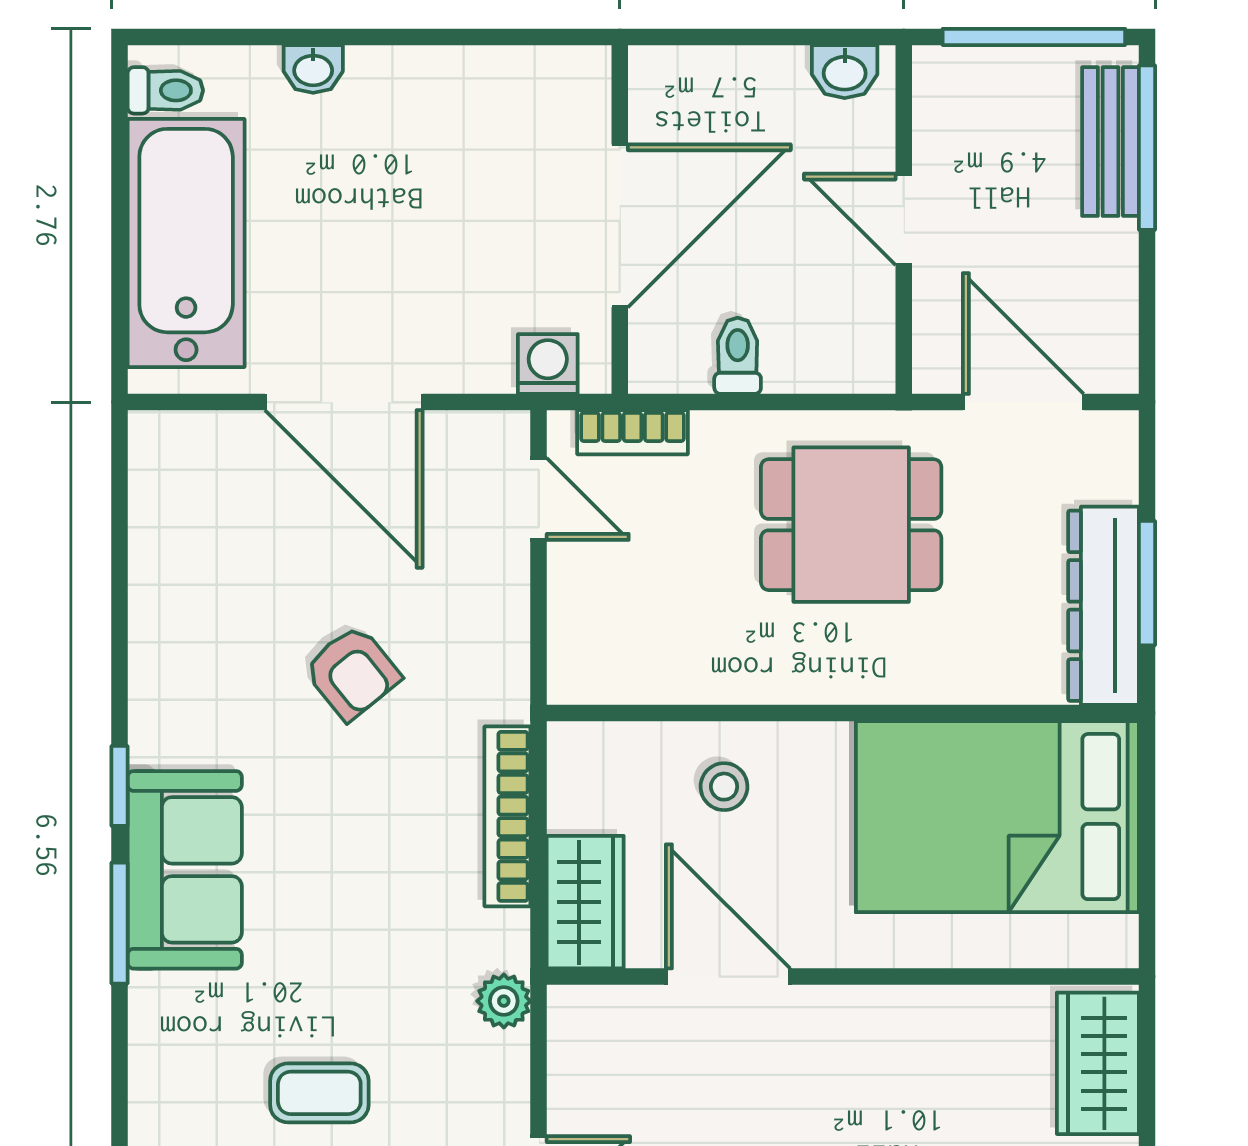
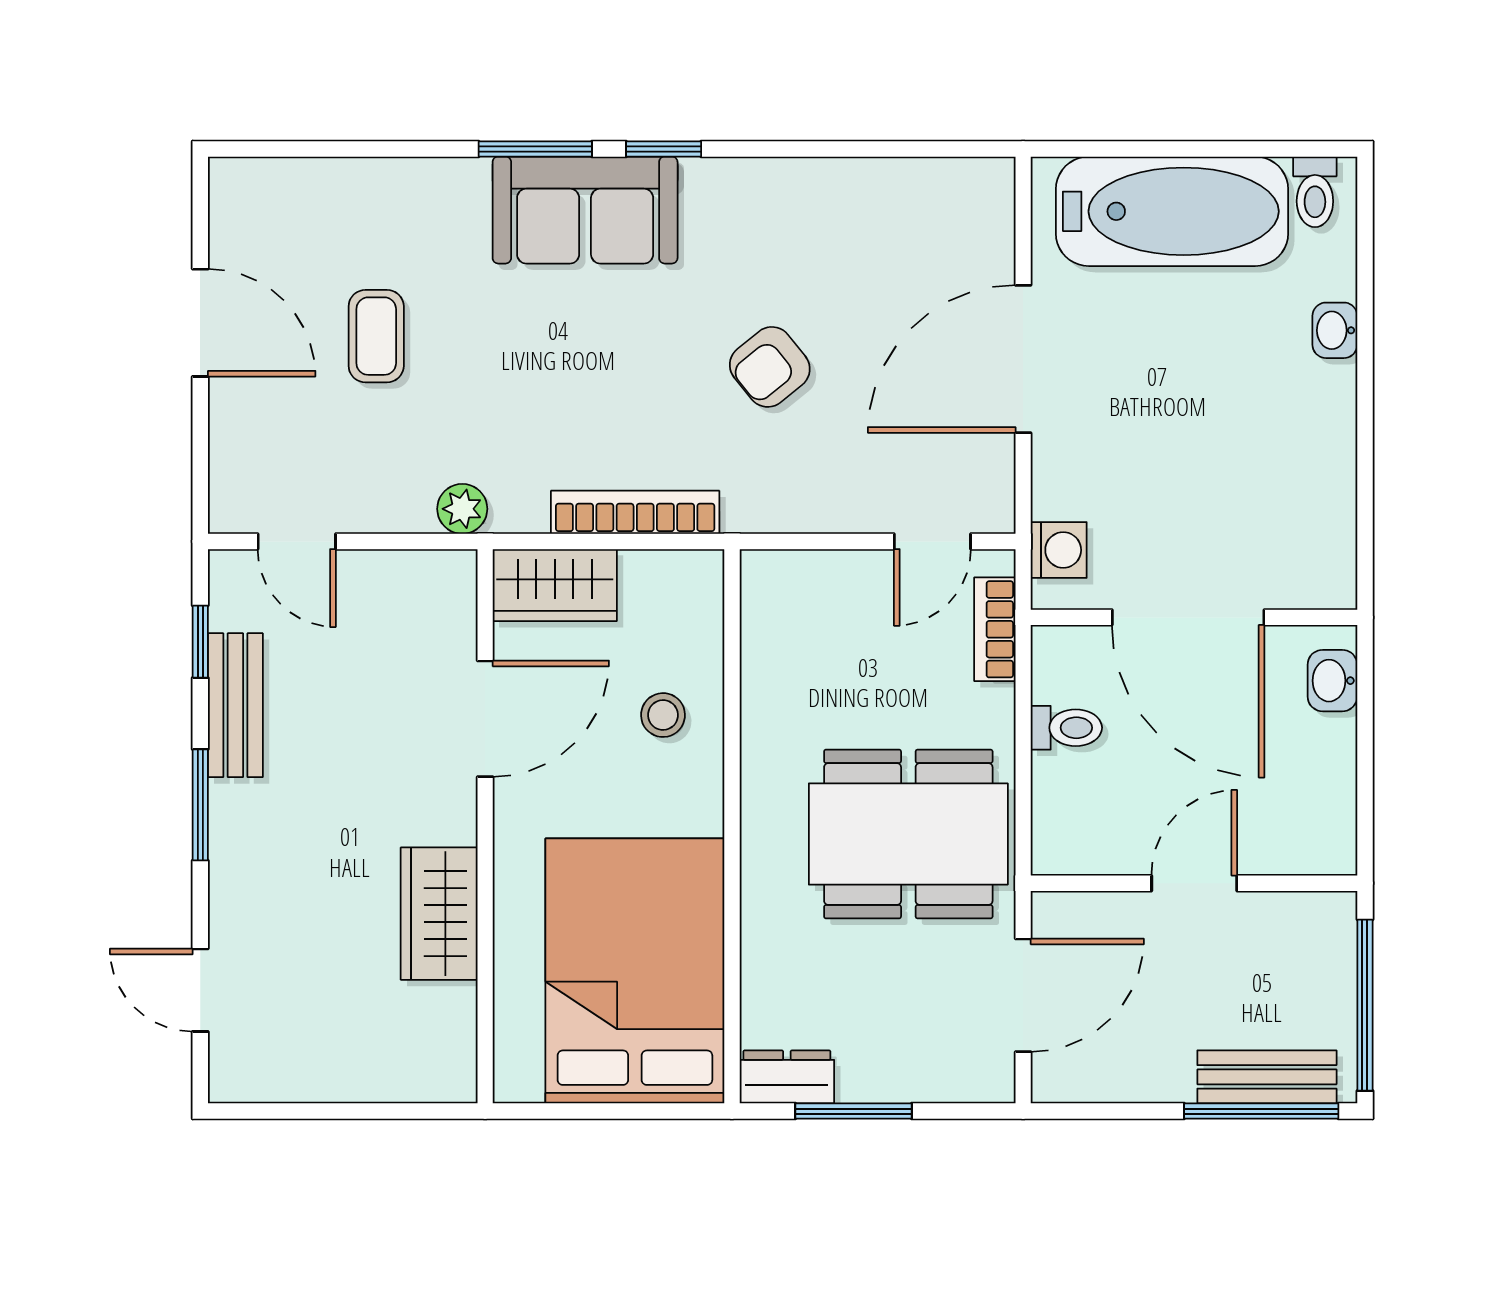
washbasin: (845, 72) -> (1332, 681), moved
dining table: (851, 525) -> (908, 834), width x1.38
dresser: (1104, 606) -> (787, 1077), width x0.51, depth x0.80
wardrobe: (1098, 1063) -> (439, 914), moved, turned -90

